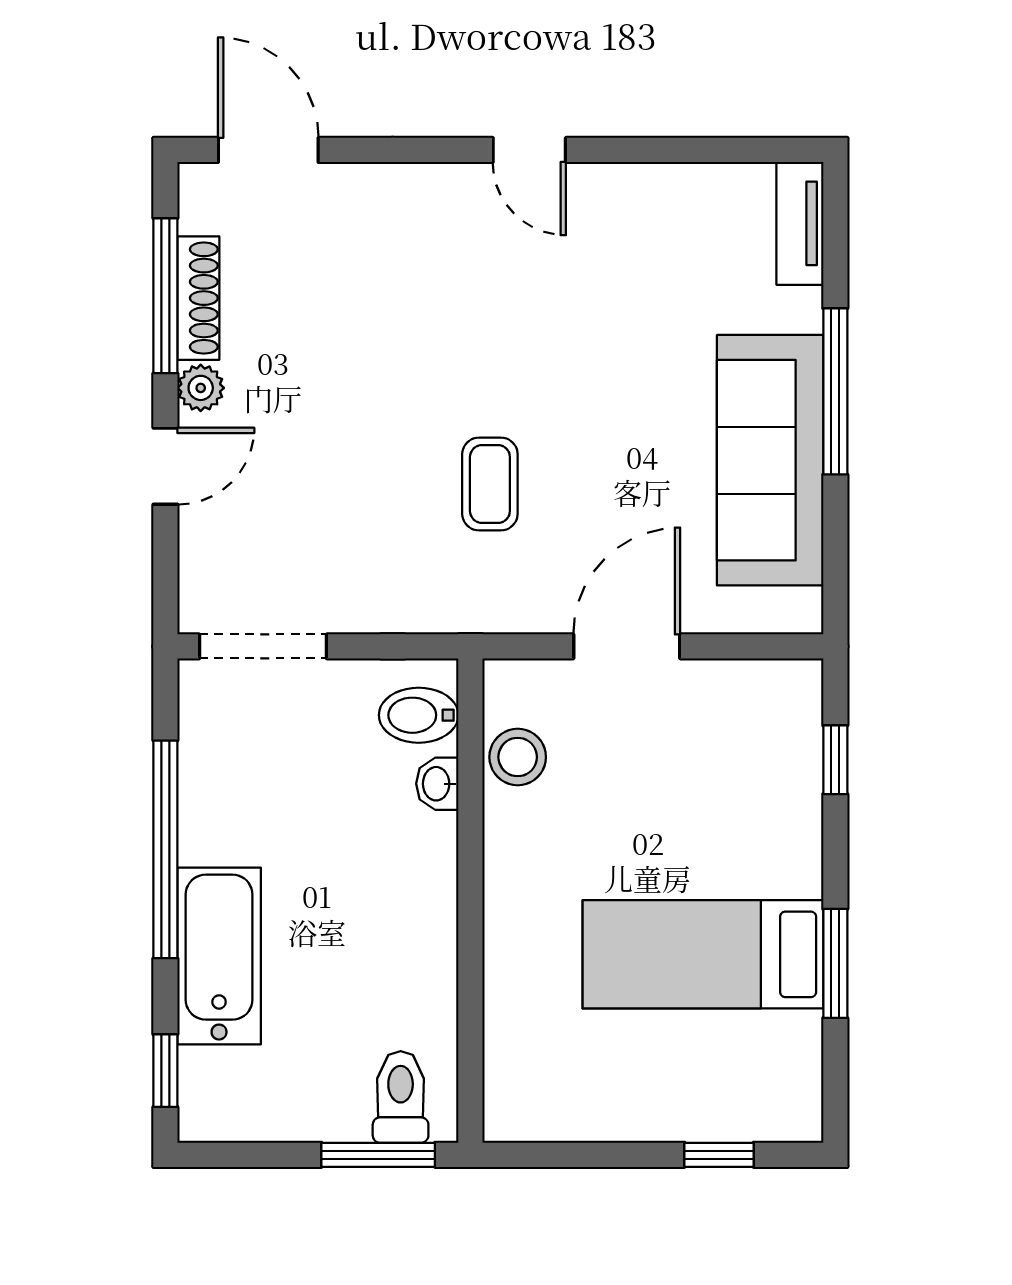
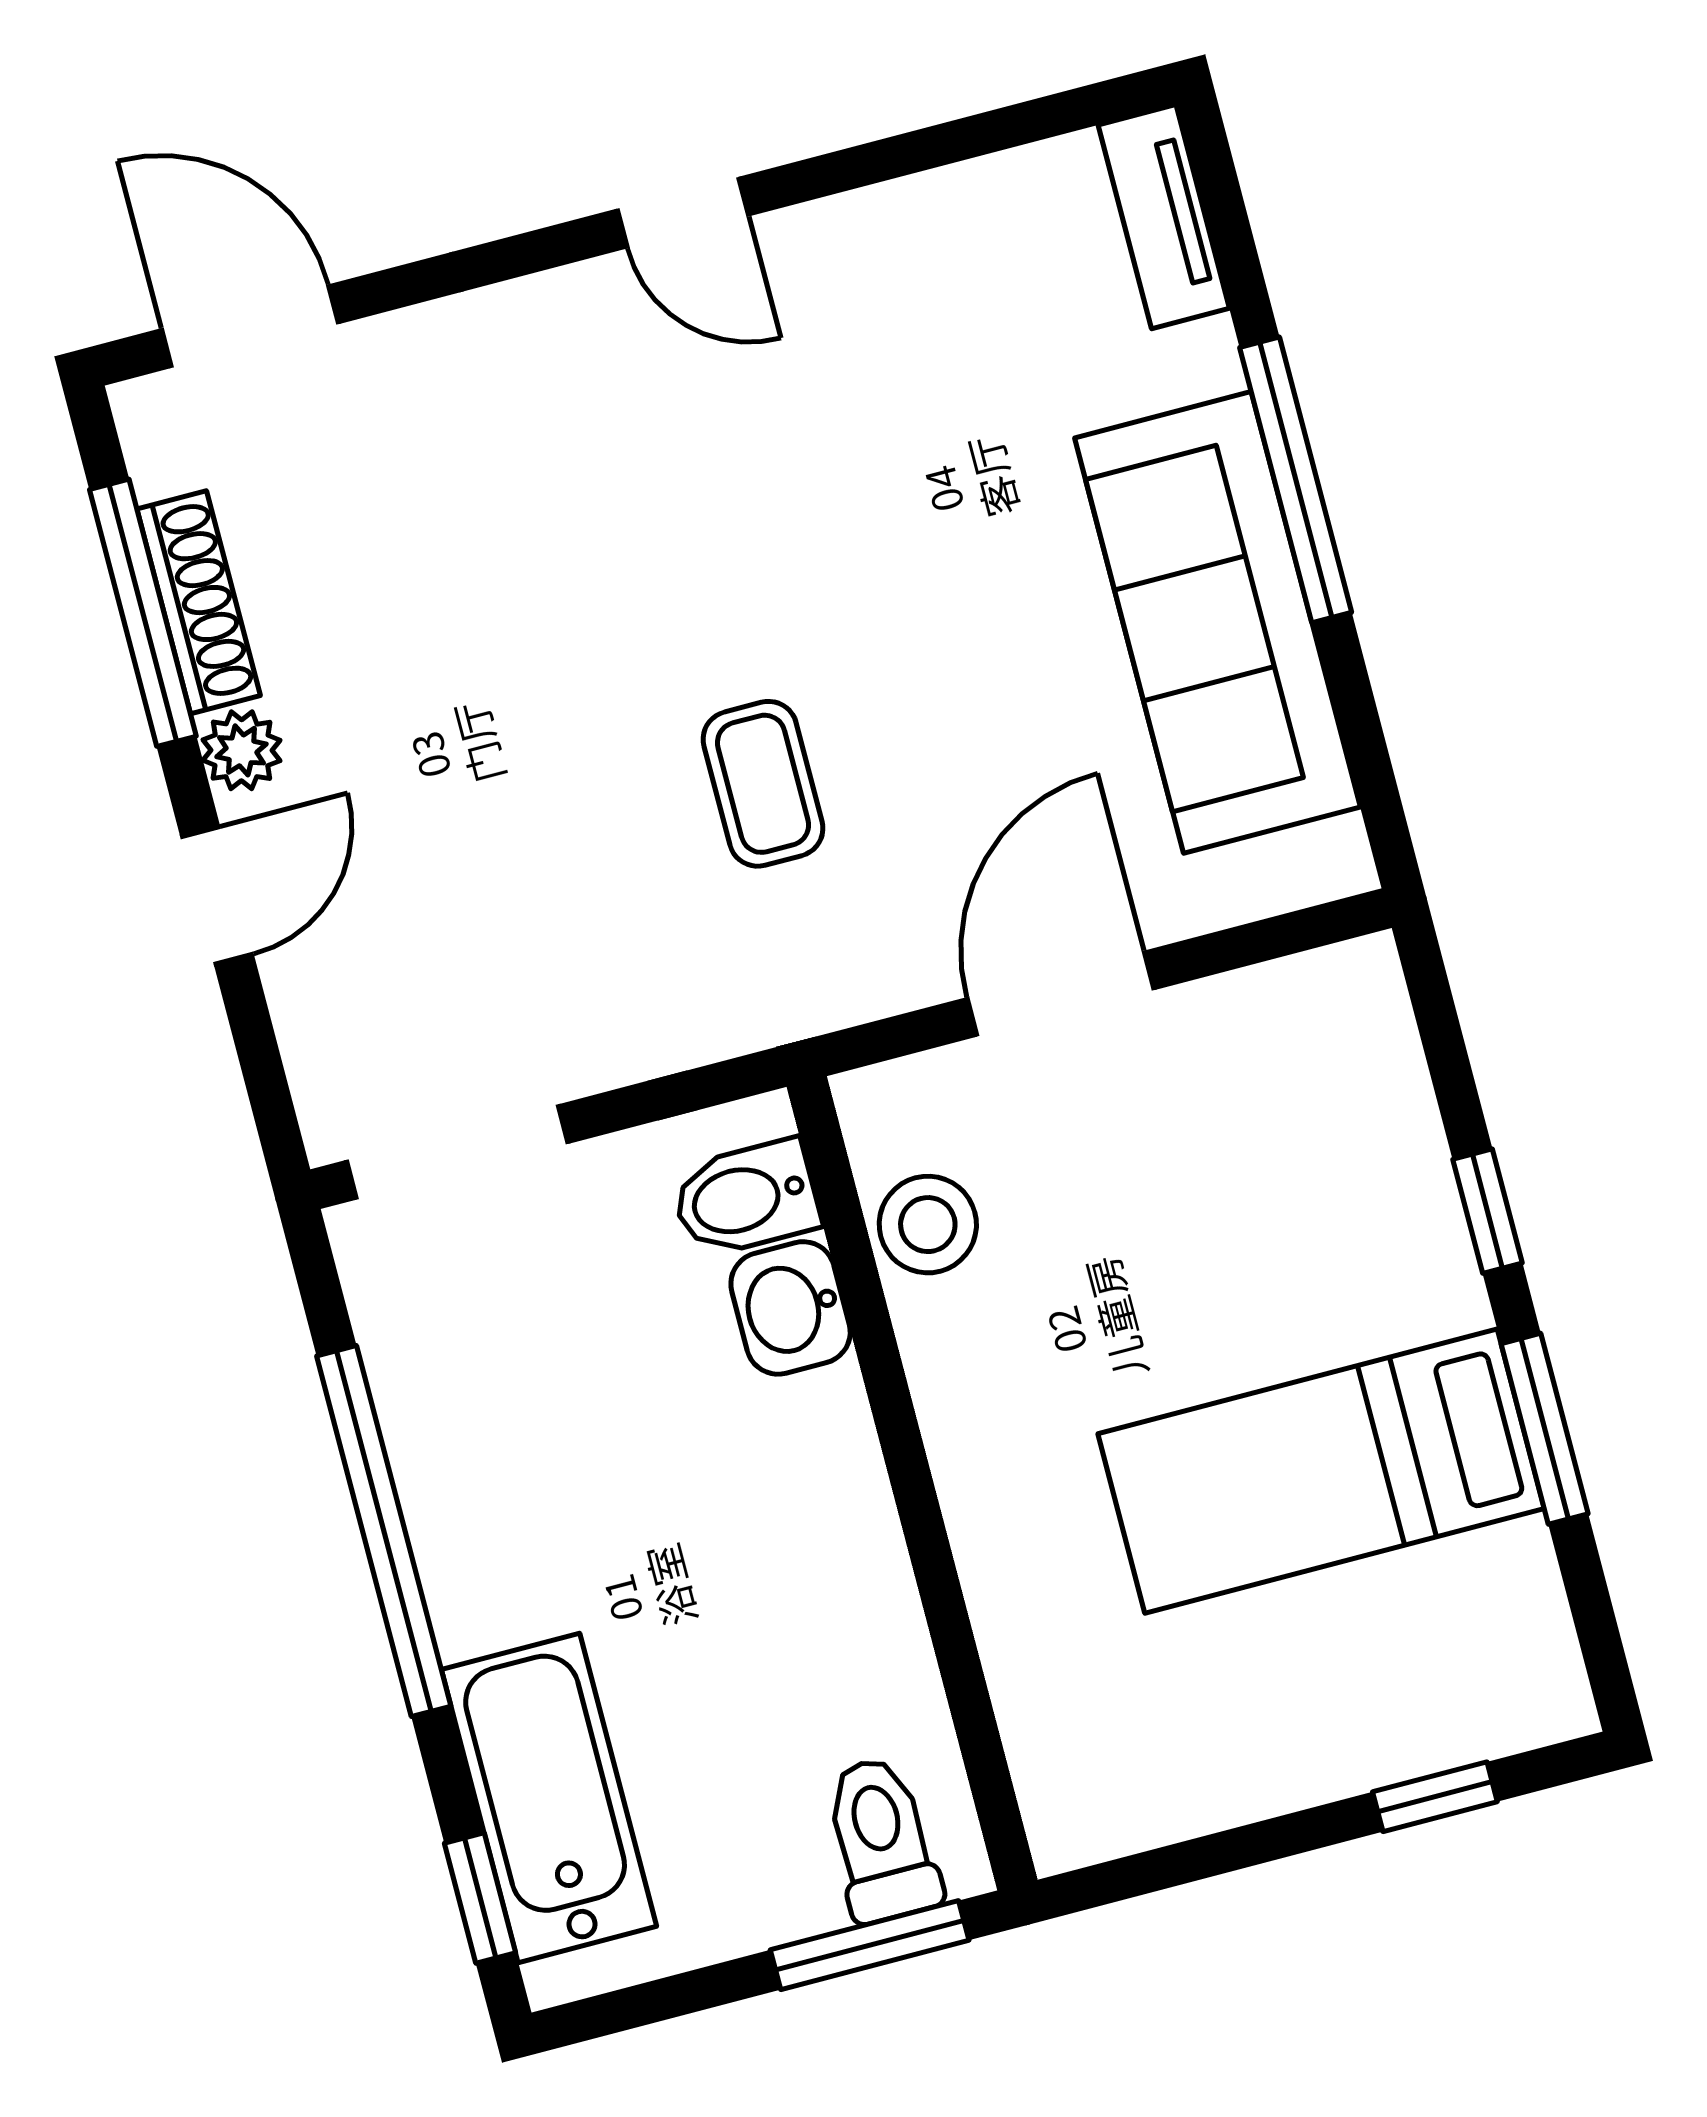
window: (835, 760) -> (1487, 1211), moved
washbasin: (437, 784) -> (791, 1308), width x1.38, depth x1.45
bathtub: (219, 956) -> (549, 1798), moved

